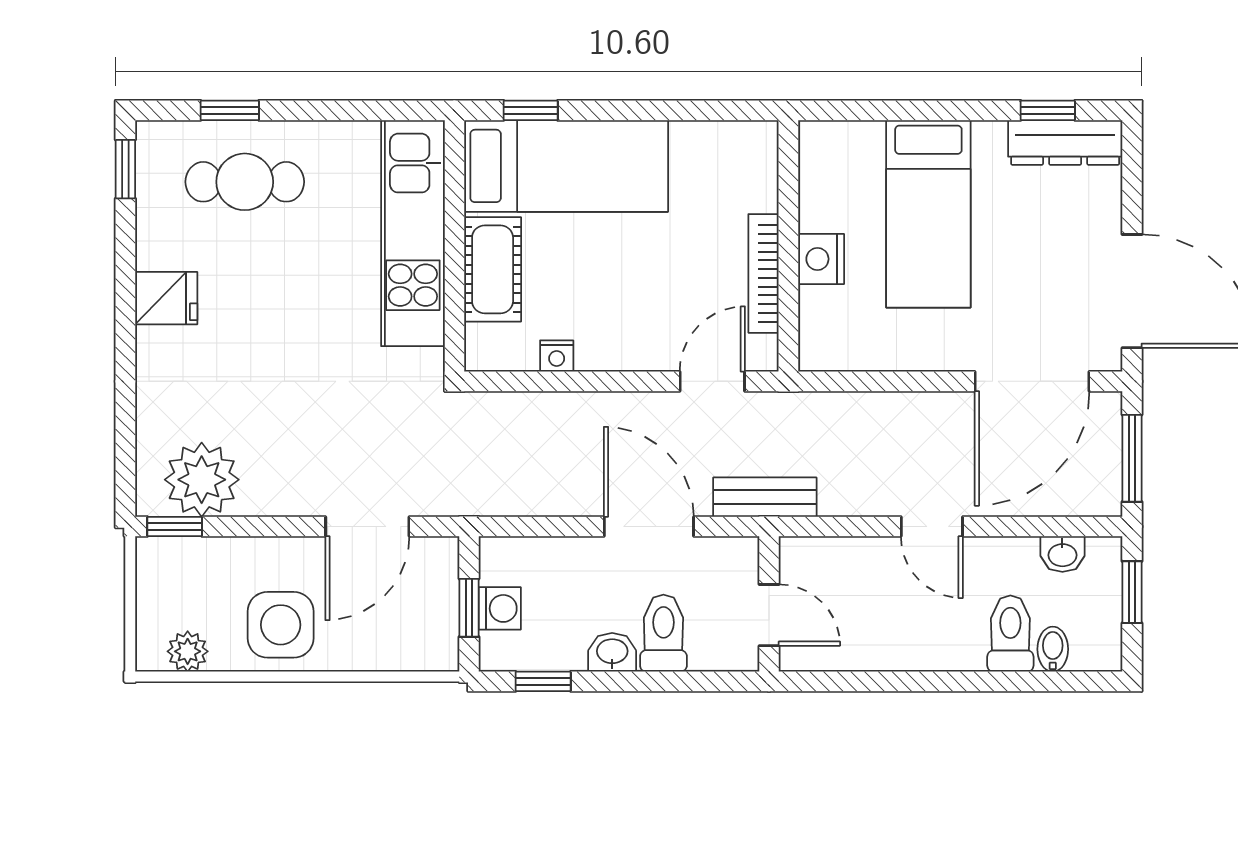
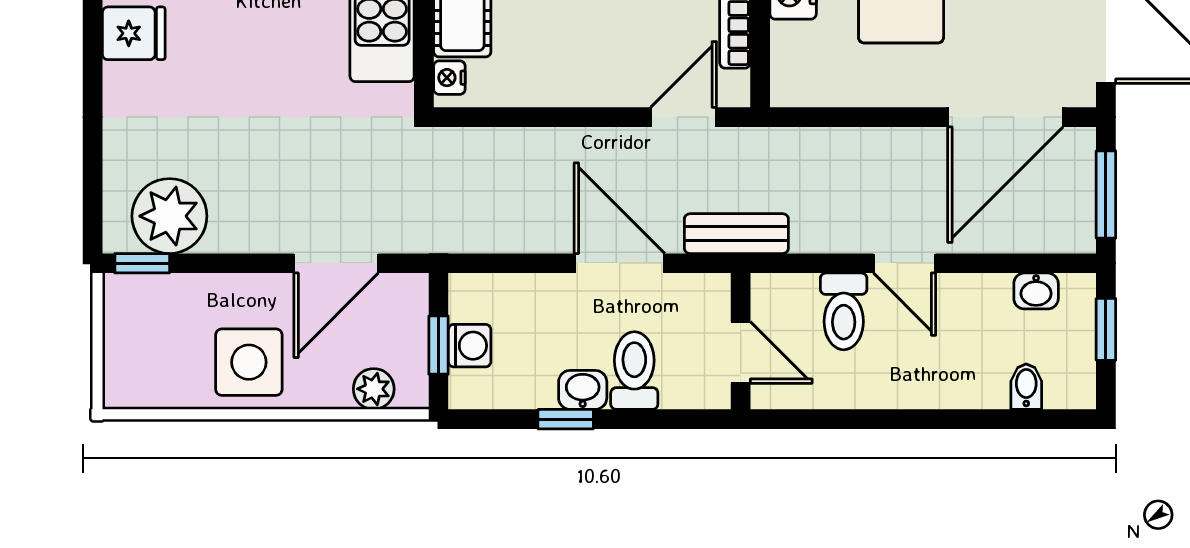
nightstand: (557, 356) -> (449, 78), moved, turned 90
toilet: (1010, 634) -> (844, 311), moved, turned 180
plant: (188, 651) -> (374, 389), moved
window: (543, 681) -> (566, 419), moved

